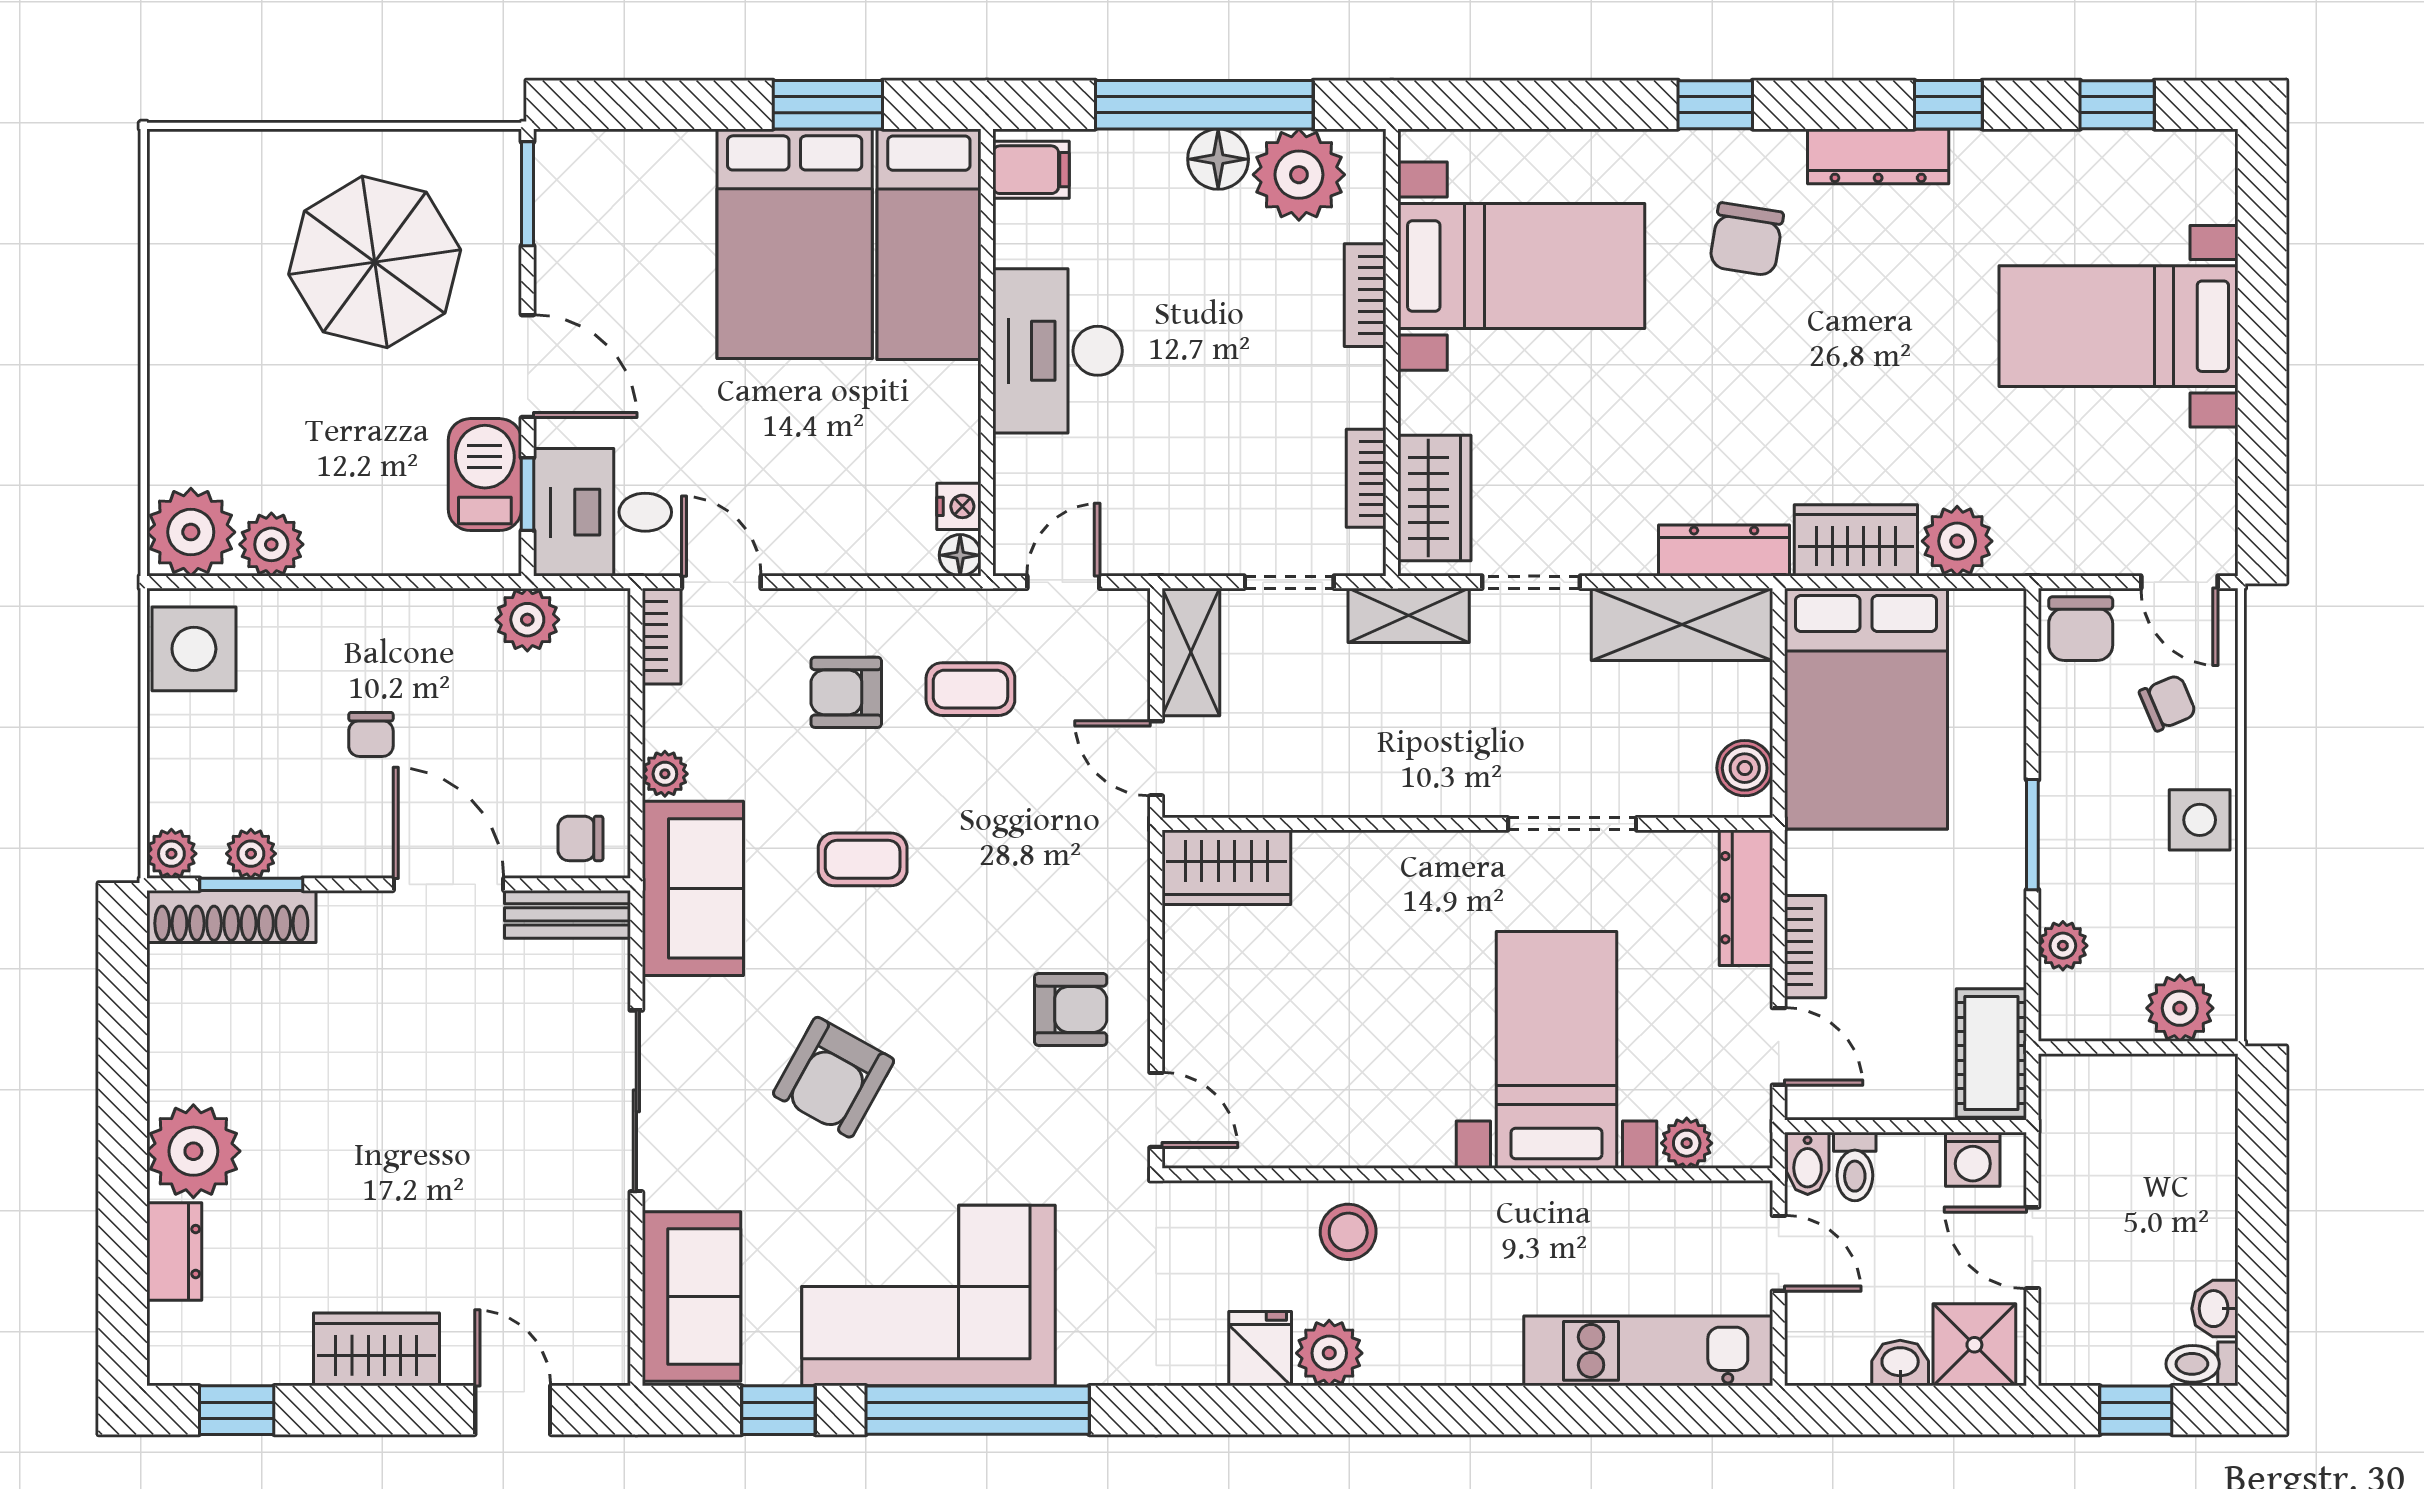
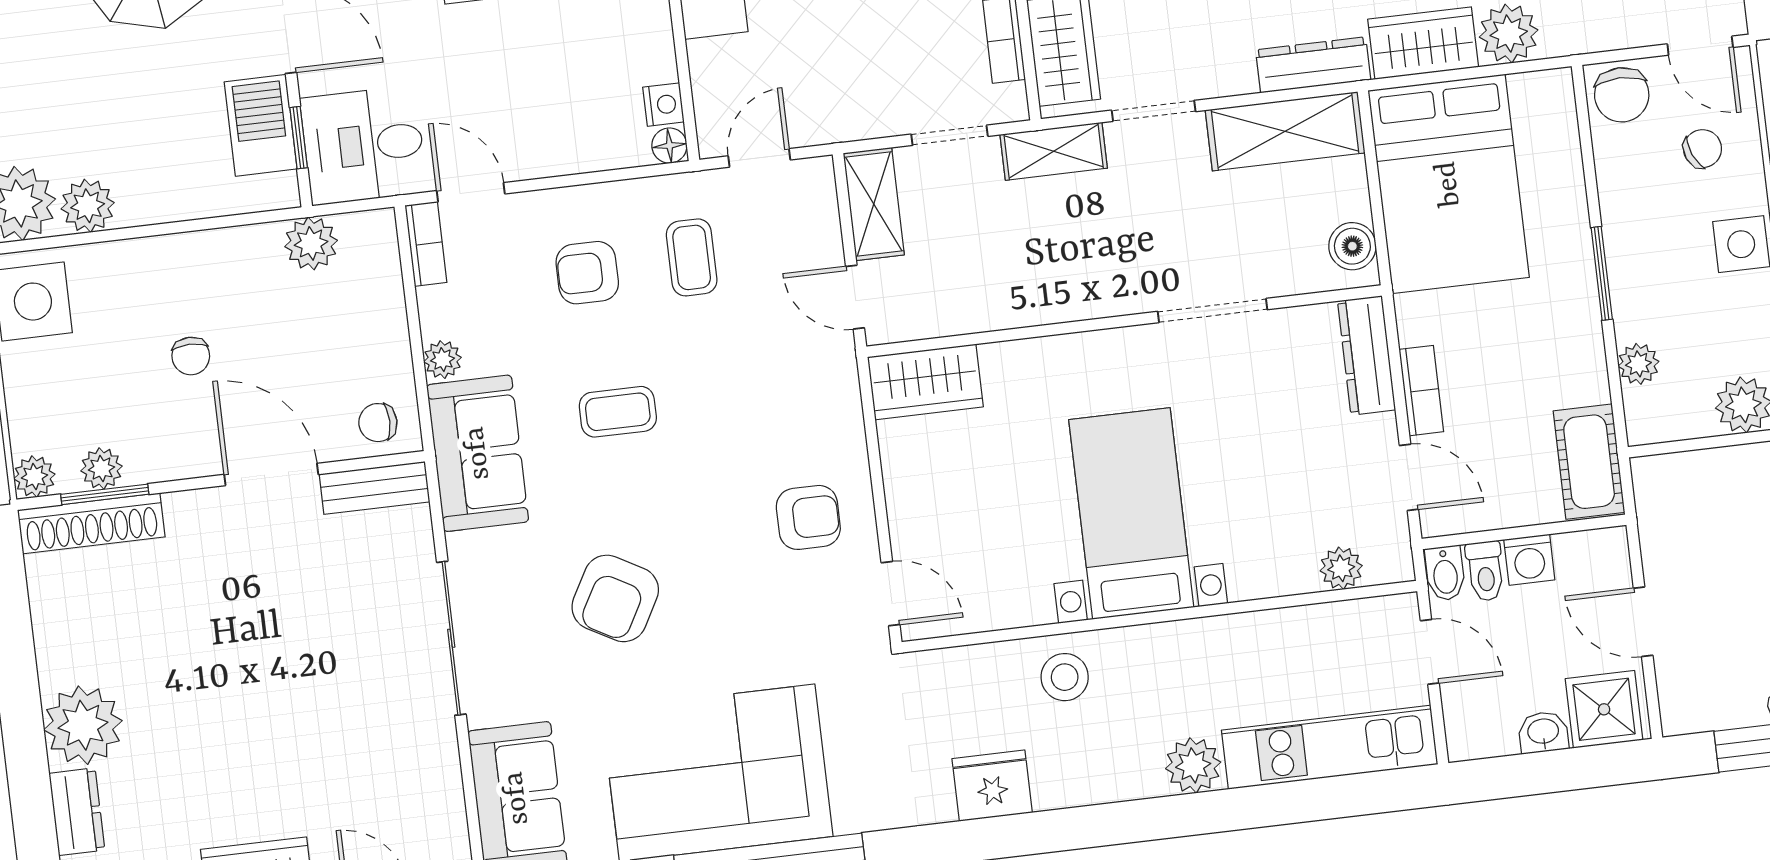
coffee table: (970, 689) -> (692, 257), turned 90
bed with nightstands: (1556, 1050) -> (1131, 513), moved
washing machine: (1973, 1159) -> (1529, 560), moved
fridge: (1260, 1349) -> (992, 786), width x1.38
plant: (1329, 1353) -> (1193, 765), moved

